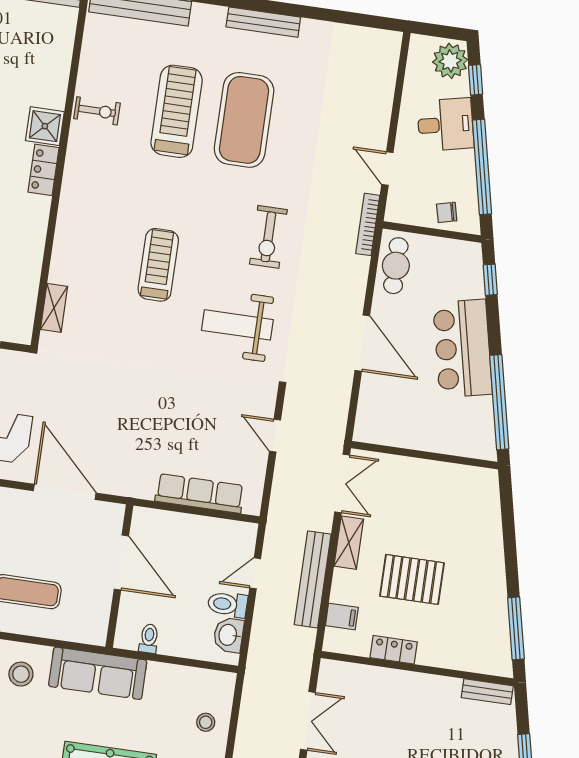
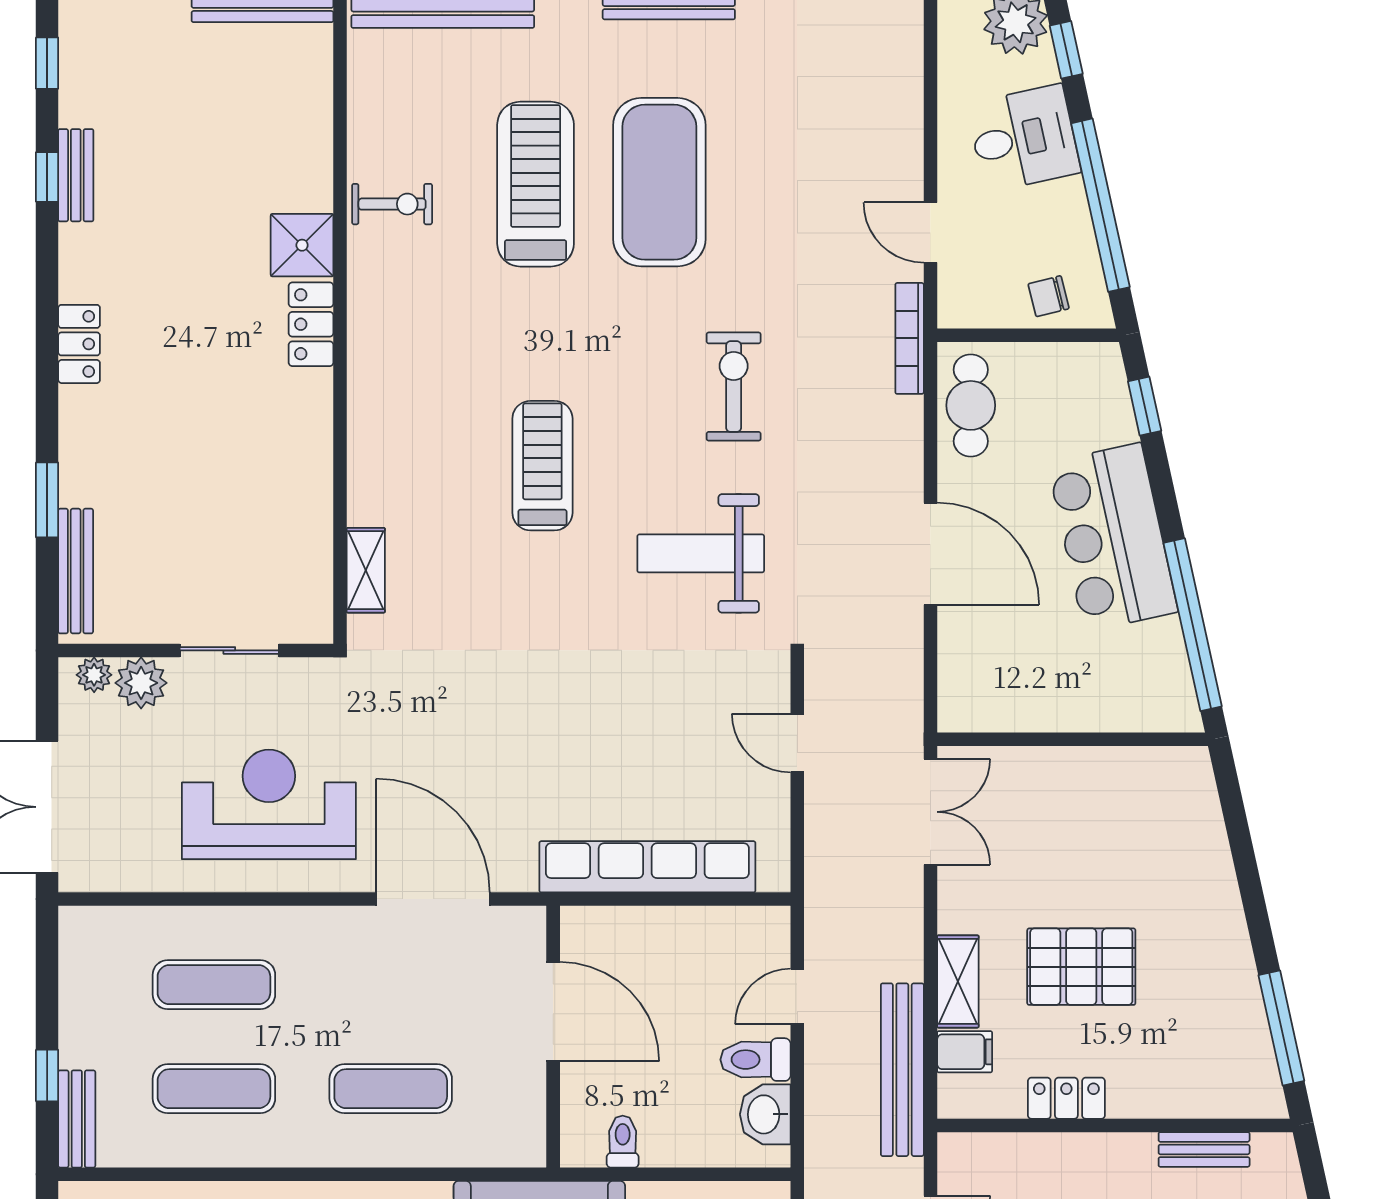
exercise bike: (268, 237) -> (734, 387), turned 180
row of seats: (200, 493) -> (647, 867), width x1.36
shelving: (349, 543) -> (958, 981), moved
bench: (313, 579) -> (902, 1070), moved
bench: (487, 692) -> (1204, 1149), moved

